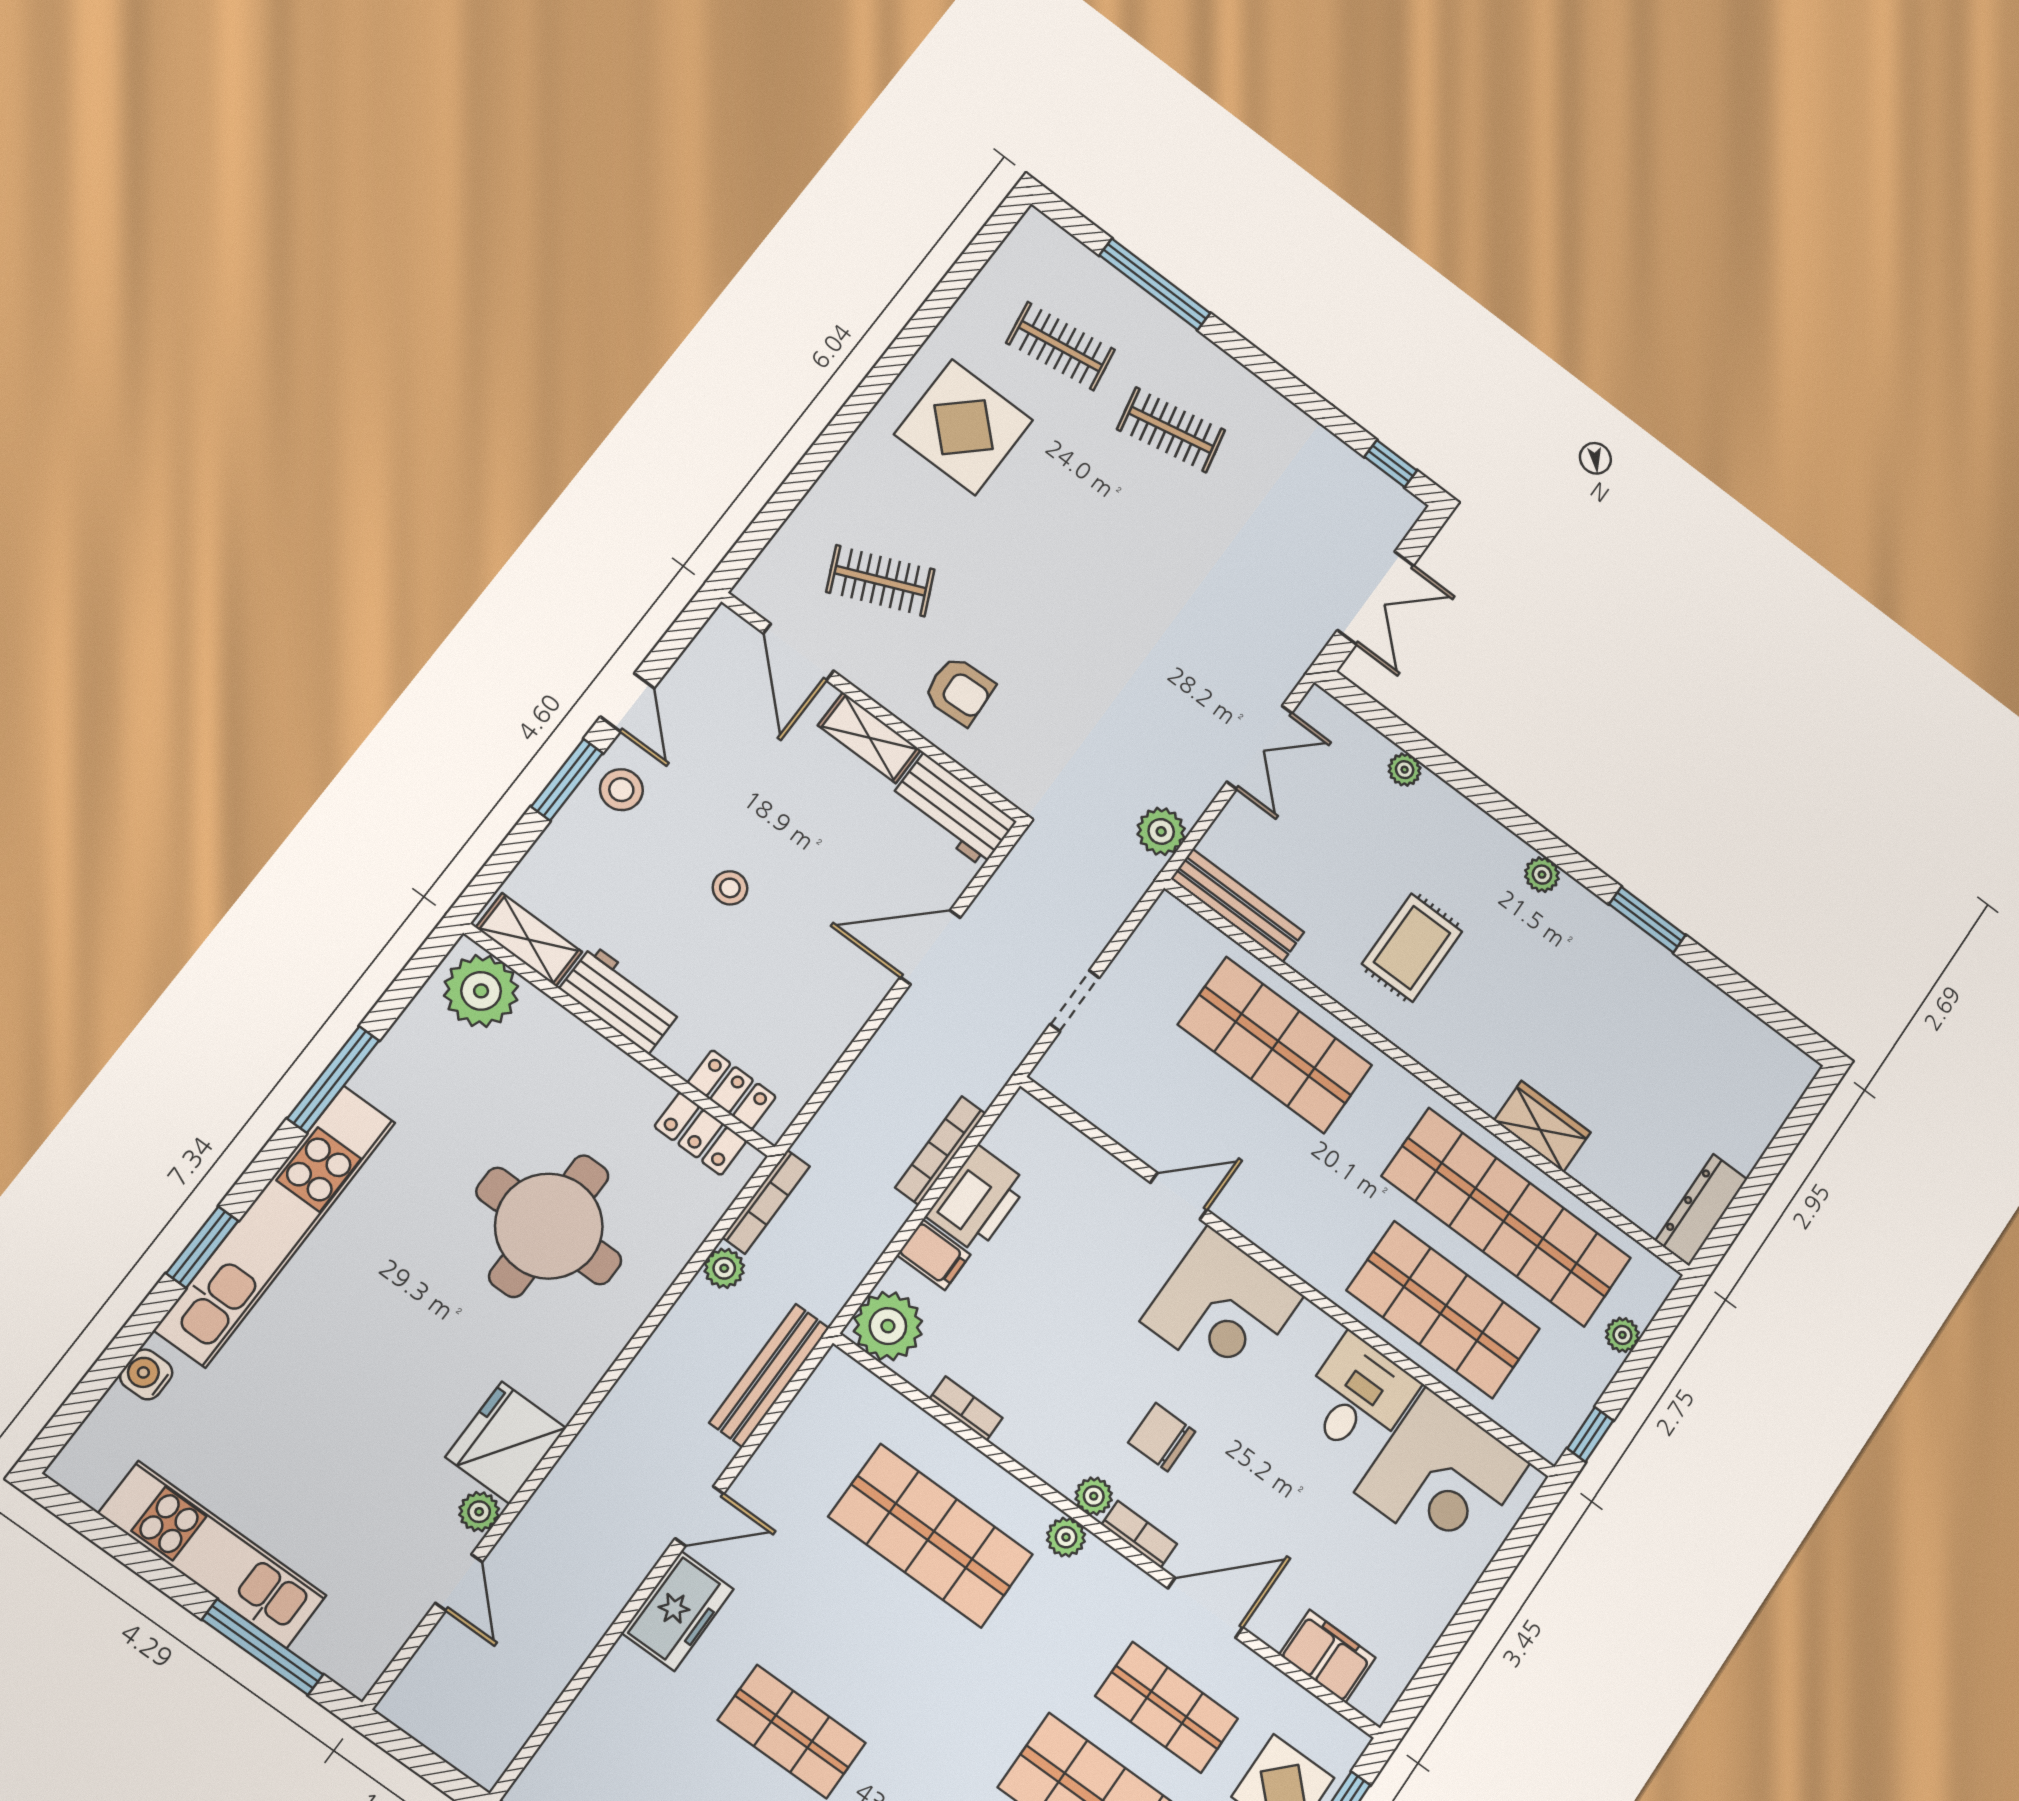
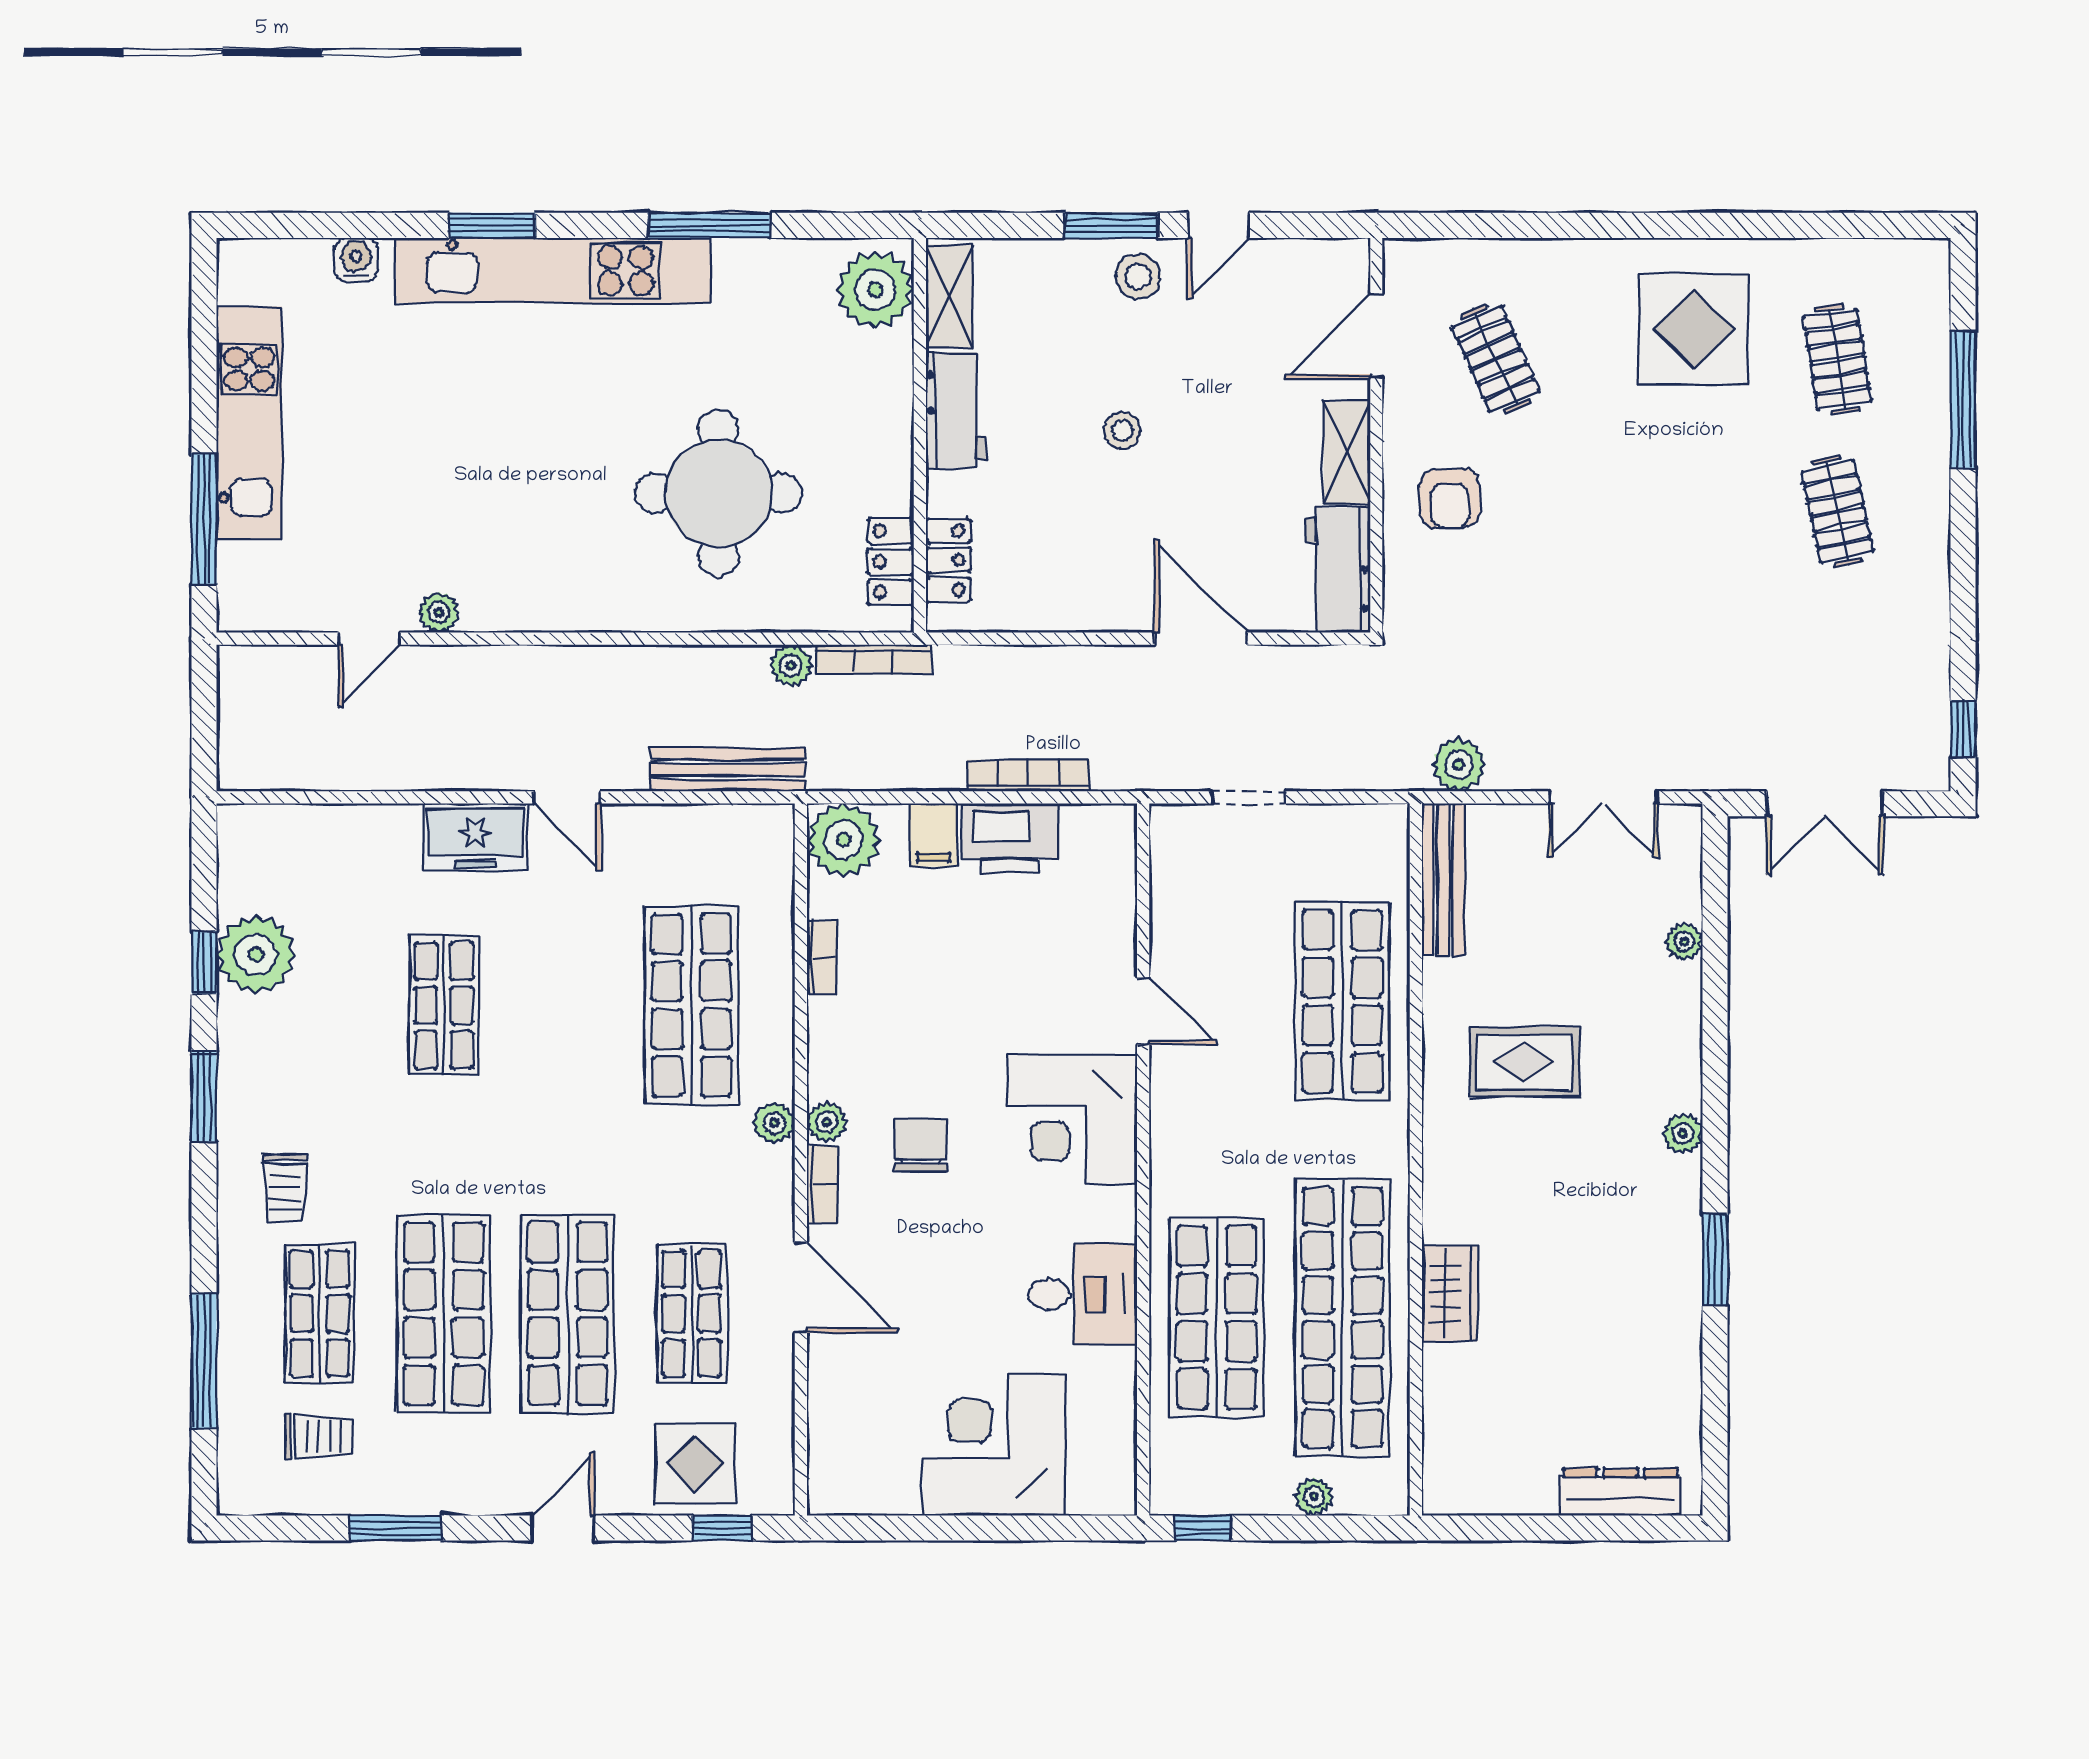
dresser: (1701, 1210) -> (1620, 1492), moved
fridge: (506, 1443) -> (512, 592), removed
corner desk: (1442, 1478) -> (994, 1445), moved, turned 90
filing cabinet: (1327, 1656) -> (836, 1425), removed

